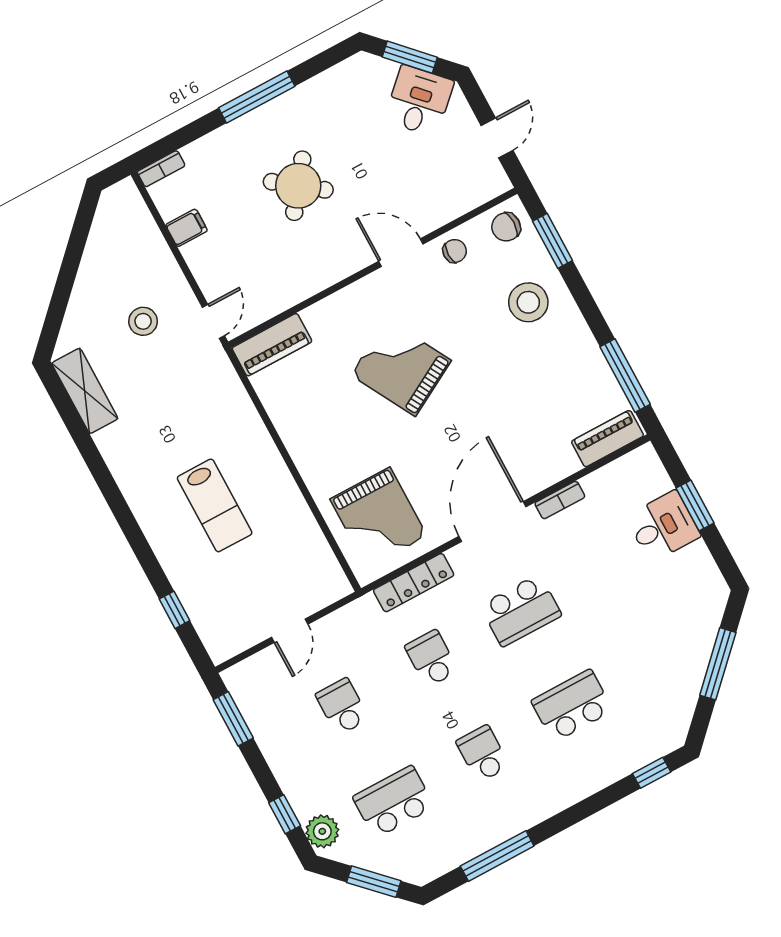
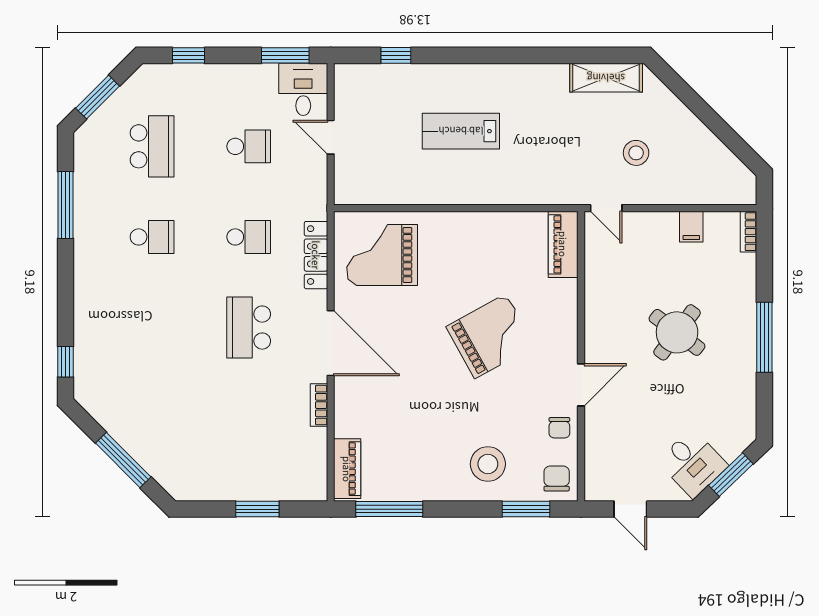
desk: (663, 526) -> (303, 89), moved, turned 180
school desk: (572, 706) -> (152, 328), removed
plant: (322, 831) -> (159, 78), removed

